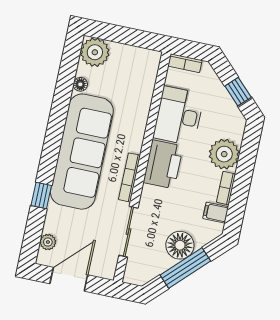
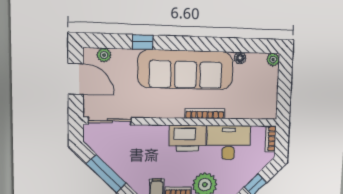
plant: (95, 52) -> (273, 60), width x0.53, depth x0.53
bookcase: (130, 177) -> (205, 114), moved
sliding door: (128, 232) -> (110, 121), moved
floor lamp: (180, 245) -> (124, 165), removed

